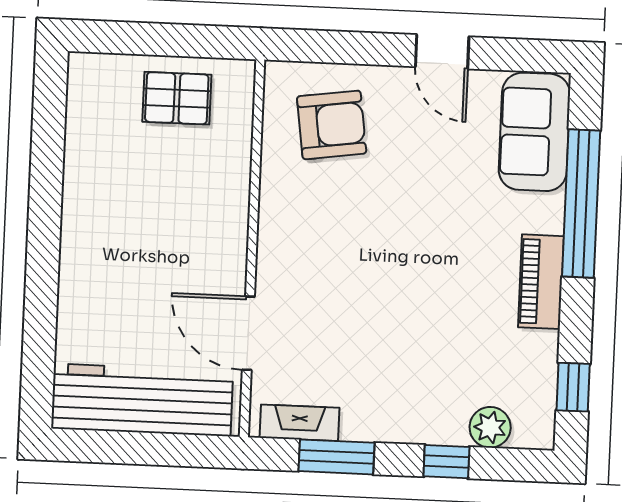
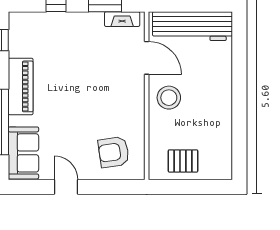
stool: (202, 242) -> (169, 98), added
piano: (541, 282) -> (21, 86), width x1.37, depth x1.33
plant: (490, 427) -> (37, 21), removed

